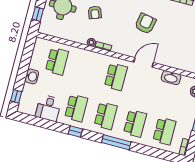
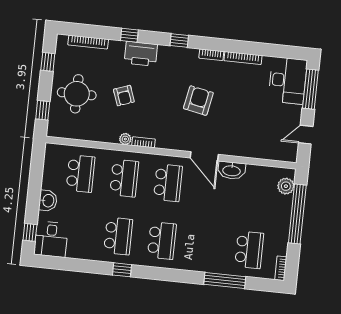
door: (144, 62) -> (204, 156), swing flipped
washbasin: (171, 78) -> (232, 170), moved
desk: (48, 108) -> (51, 239), moved
school desk: (135, 123) -> (124, 178), moved
window: (116, 142) -> (225, 281), moved

